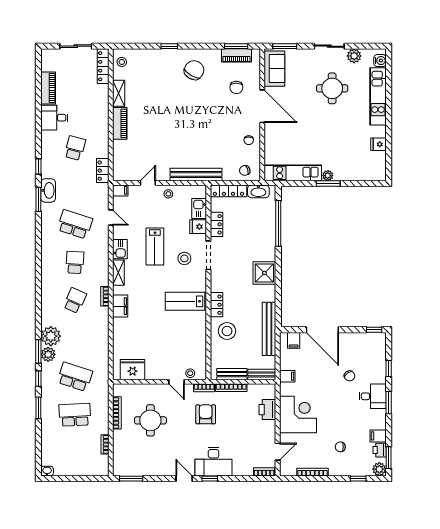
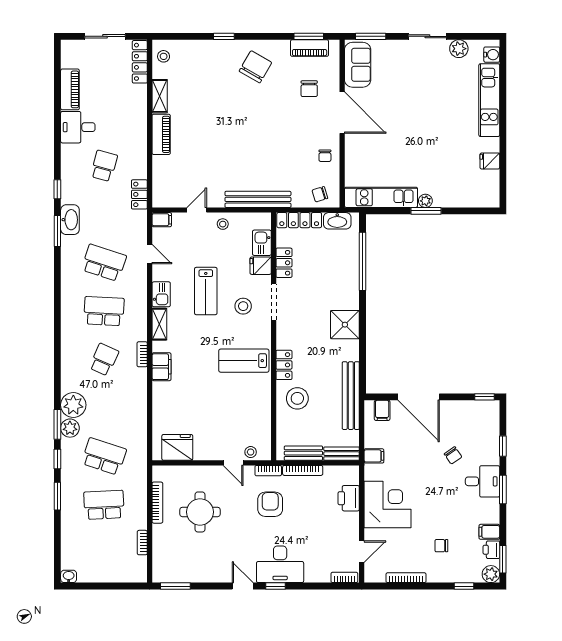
round table: (332, 88) -> (431, 90), removed
school desk: (75, 262) -> (104, 311), width x1.85

